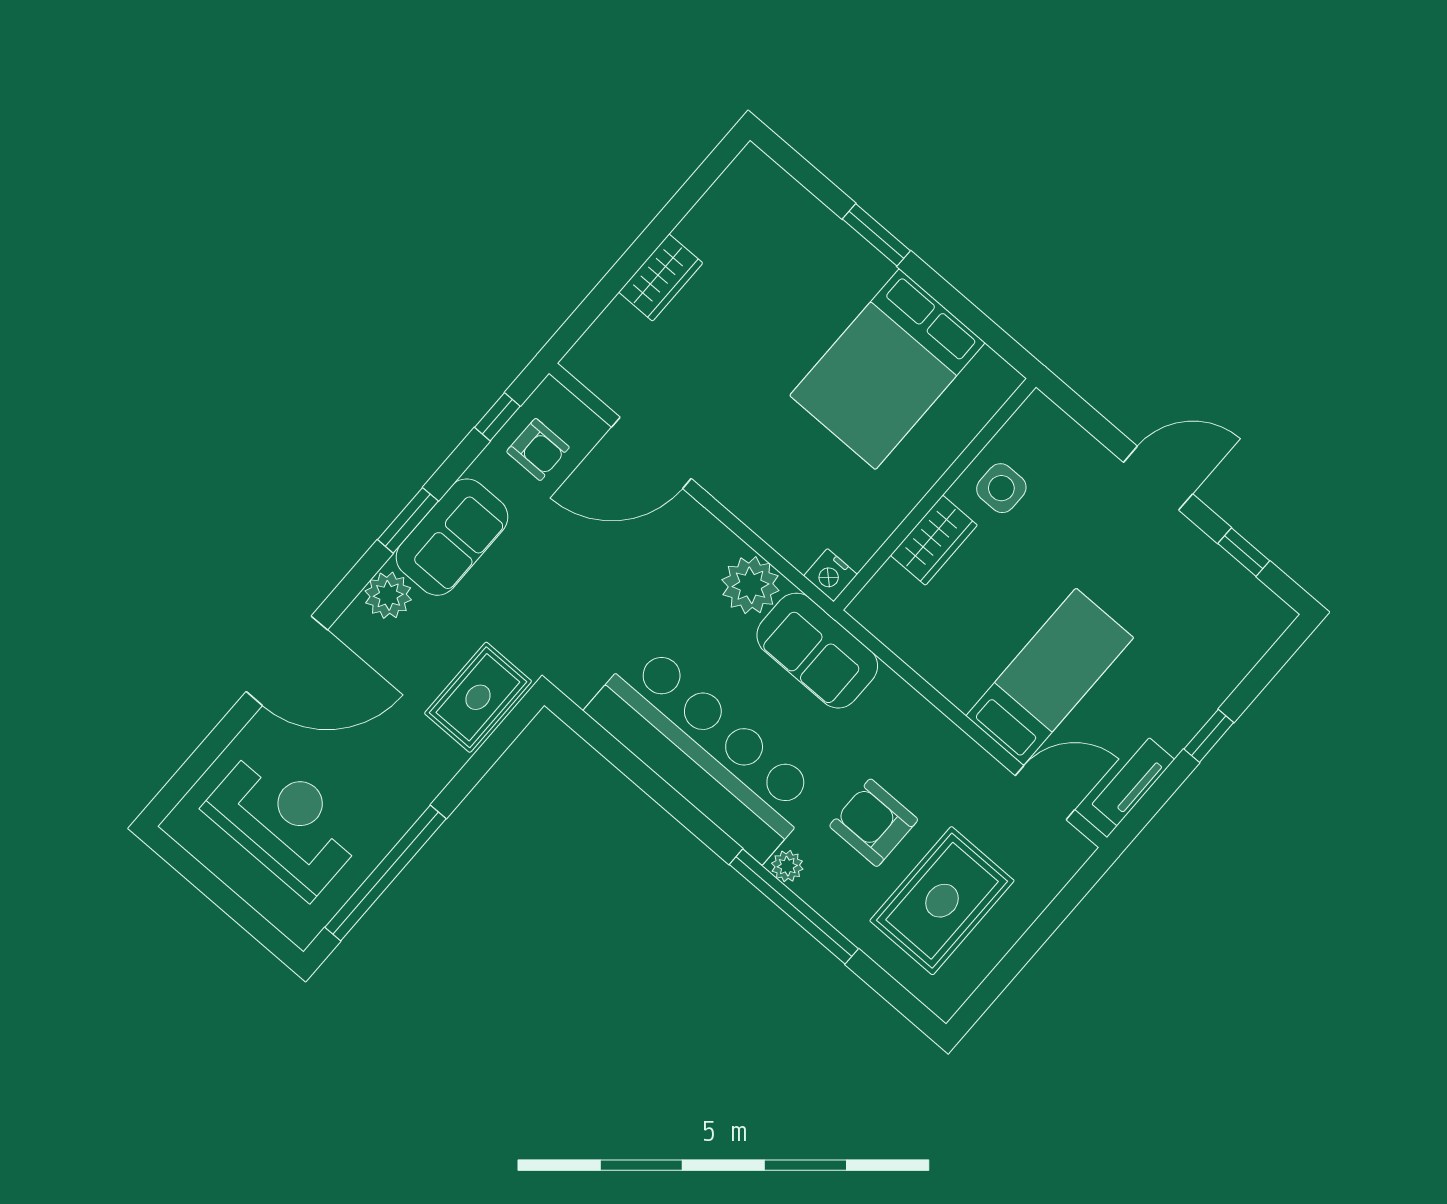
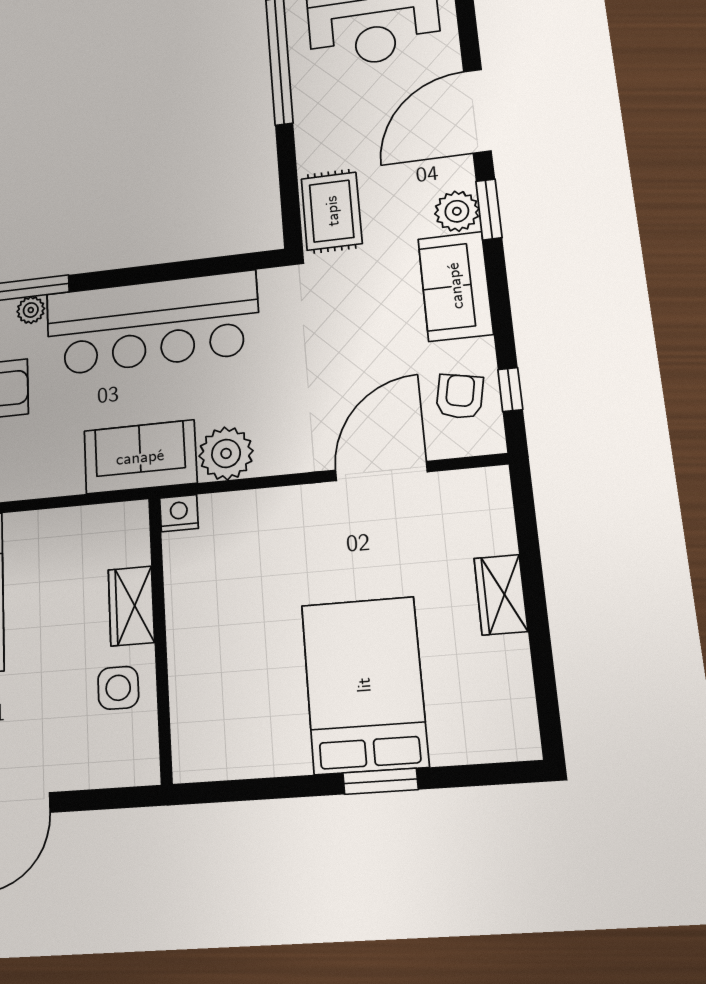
bed: (887, 369) -> (364, 685), moved
armchair: (538, 449) -> (460, 396), turned 101
window: (408, 520) -> (489, 209), moved

